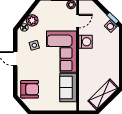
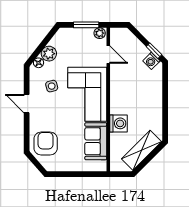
door: (78, 21) -> (108, 55), hinge flipped
washing machine: (85, 42) -> (118, 123), moved
armchair: (30, 89) -> (46, 143), turned -90

